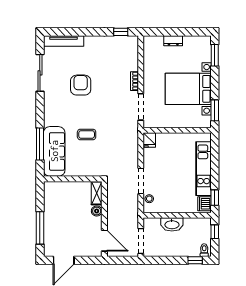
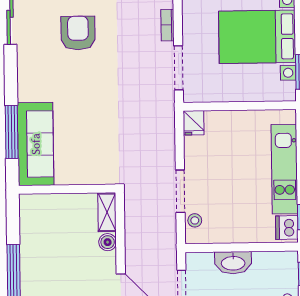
coffee table: (87, 134) -> (89, 115), removed

